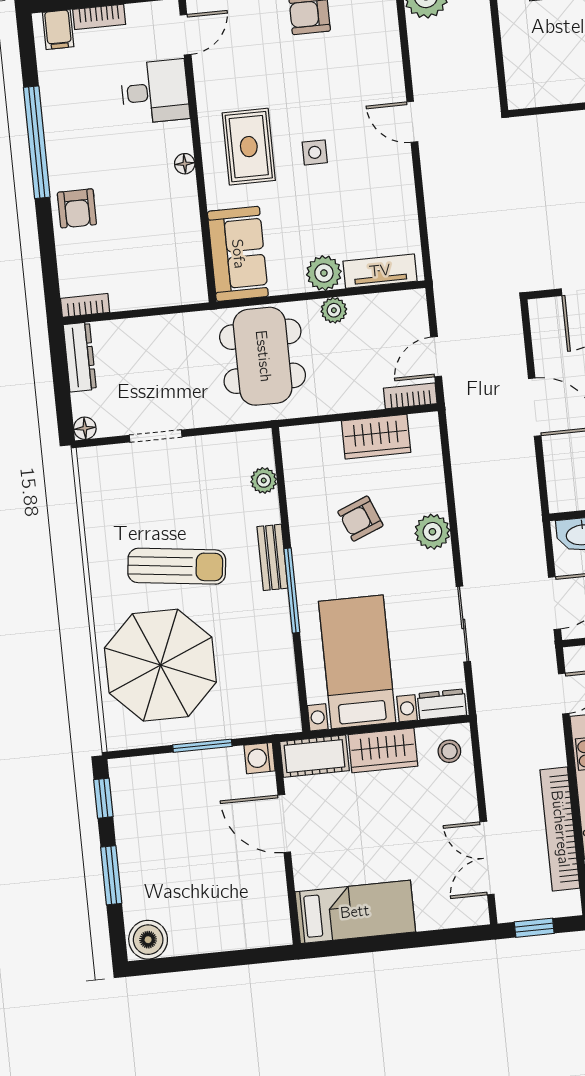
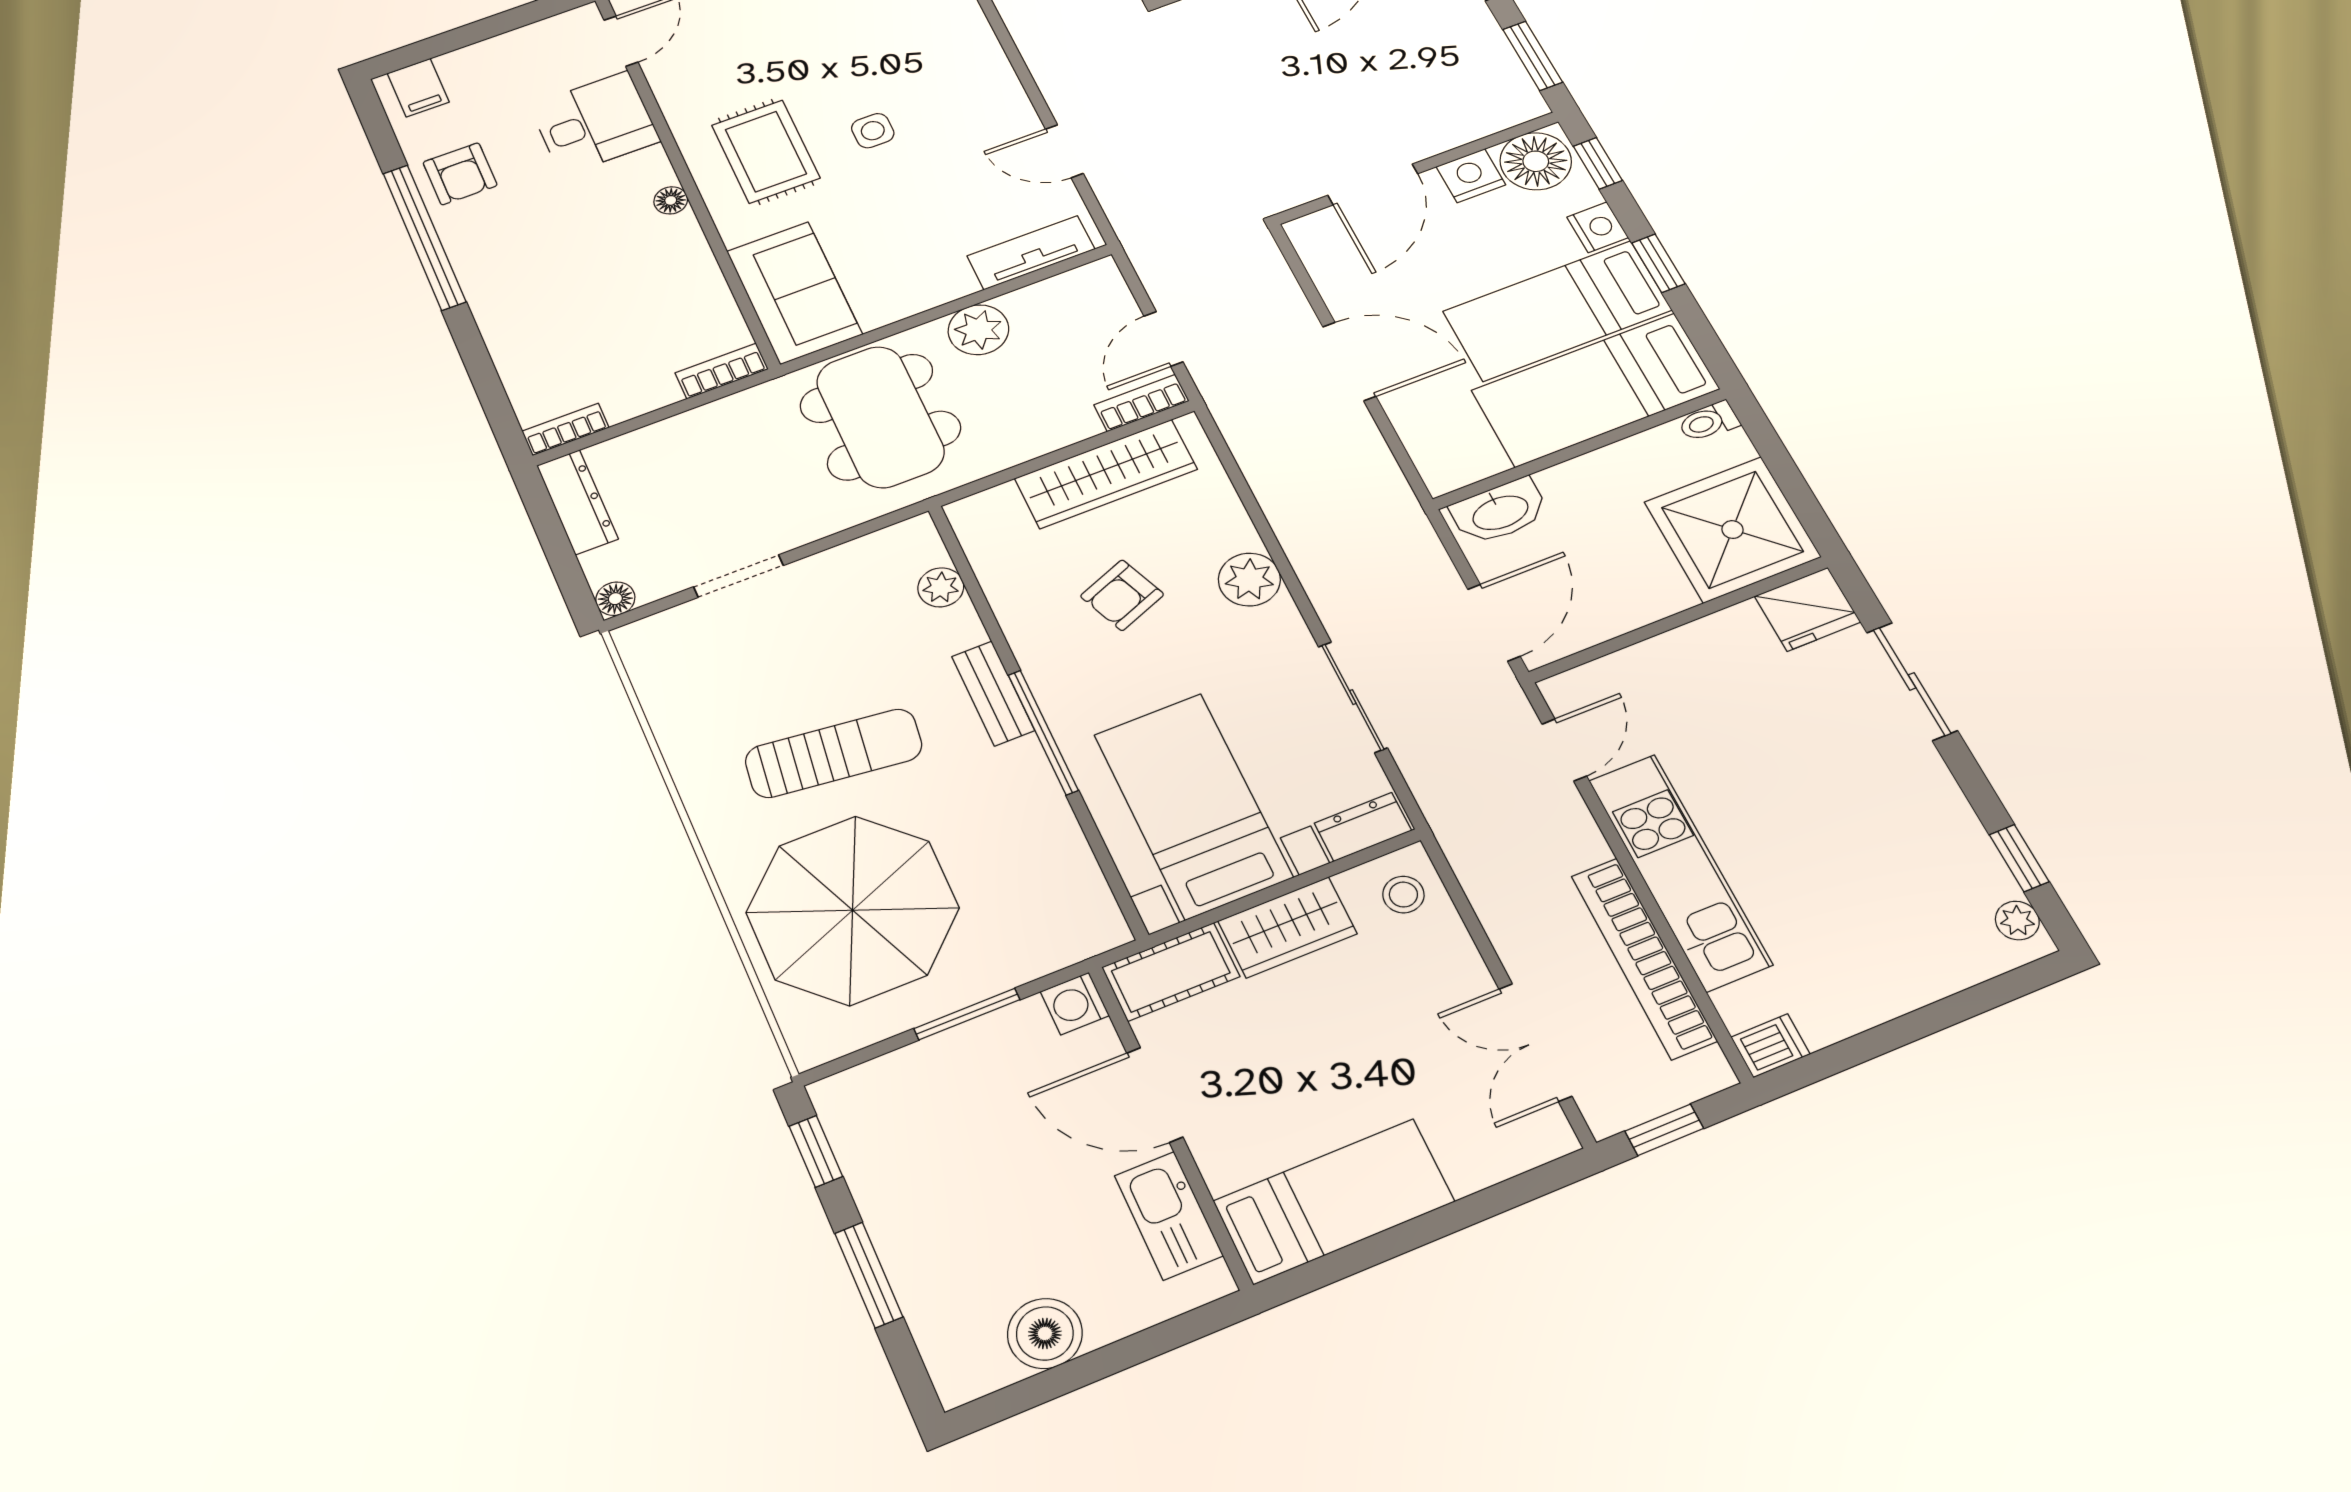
bookcase: (99, 17) -> (722, 371), moved, turned 180
door: (412, 122) -> (1064, 151), moved
armchair: (77, 208) -> (460, 174), moved
plant: (324, 273) -> (942, 280), removed
plant: (334, 310) -> (978, 330), width x1.38, depth x1.38
wardrobe: (376, 437) -> (1106, 474), width x1.50
kitchen sink: (270, 892) -> (1169, 1216), added
boiler: (148, 940) -> (1045, 1333), moved

